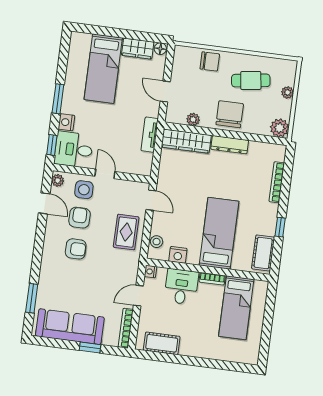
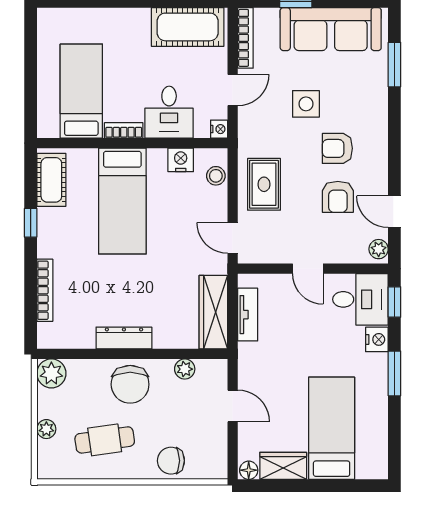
tv unit: (150, 135) -> (248, 315), moved
wardrobe: (186, 141) -> (213, 312), moved, turned -90
side table: (84, 190) -> (306, 104), moved
cot: (162, 343) -> (188, 27), width x1.37, depth x1.34

